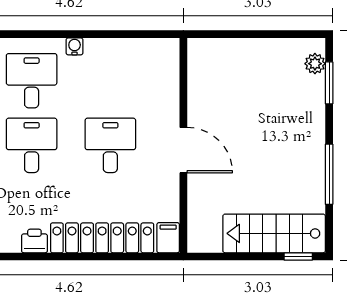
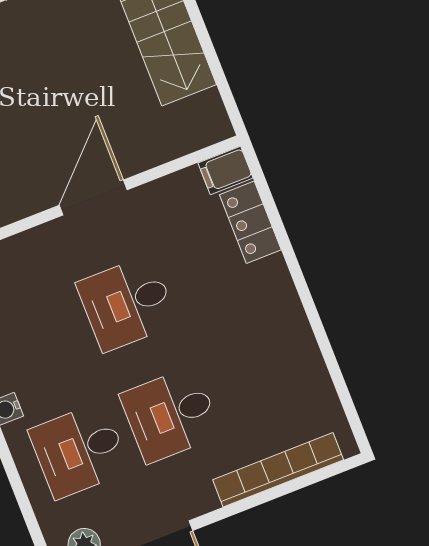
locker: (102, 238) -> (250, 222), width x0.46, depth x0.83
printer: (34, 241) -> (304, 358), removed

